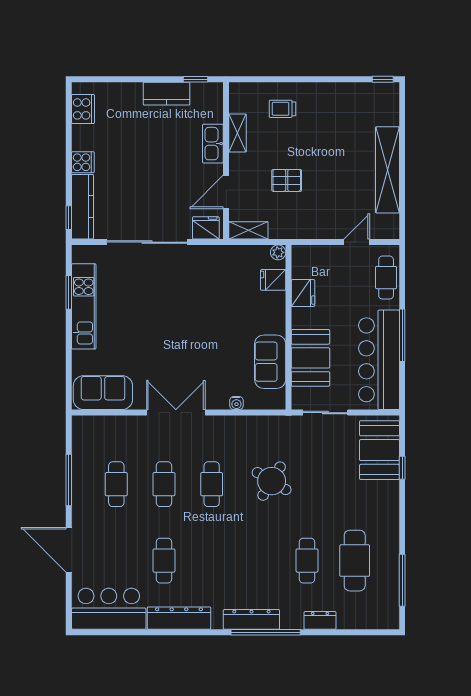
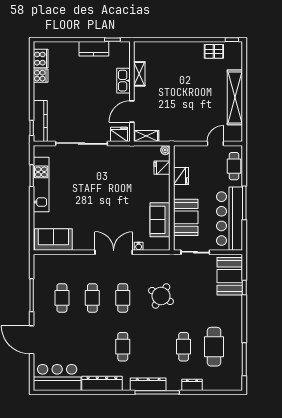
trolley: (282, 109) -> (168, 58), removed
cooker: (83, 162) -> (41, 76), moved
pallet: (287, 180) -> (214, 51), moved
double door: (176, 413) -> (114, 252), moved
cafe table: (164, 561) -> (123, 347), moved

